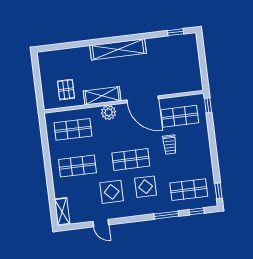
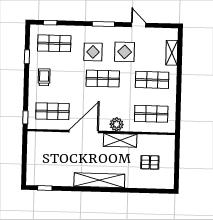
pallet: (66, 90) -> (150, 162), moved, turned 90
door: (143, 99) -> (84, 132), hinge flipped
trolley: (170, 145) -> (44, 77), moved
window: (218, 191) -> (27, 57), moved
shelving: (62, 212) -> (172, 53), moved
window: (166, 215) -> (103, 24), moved

